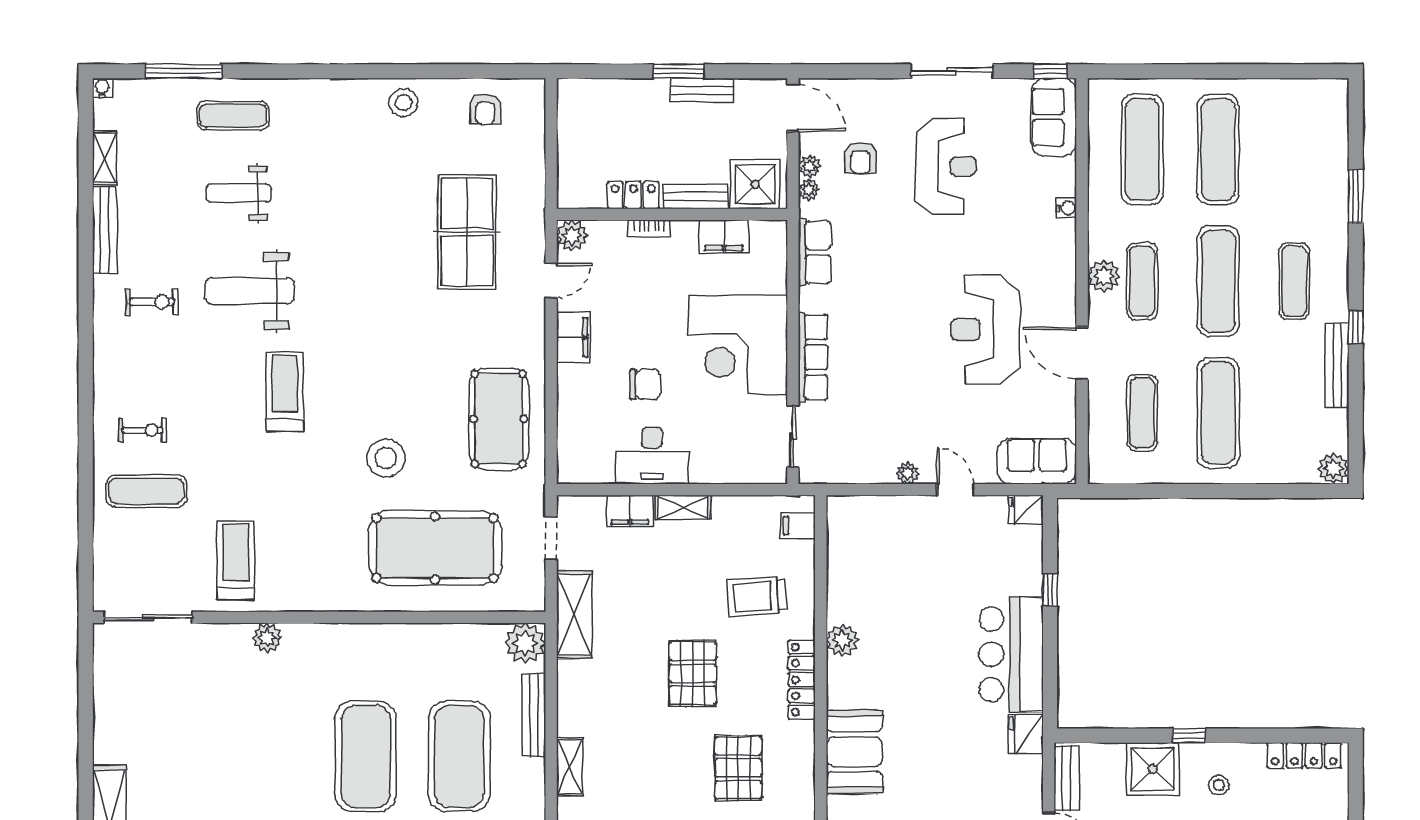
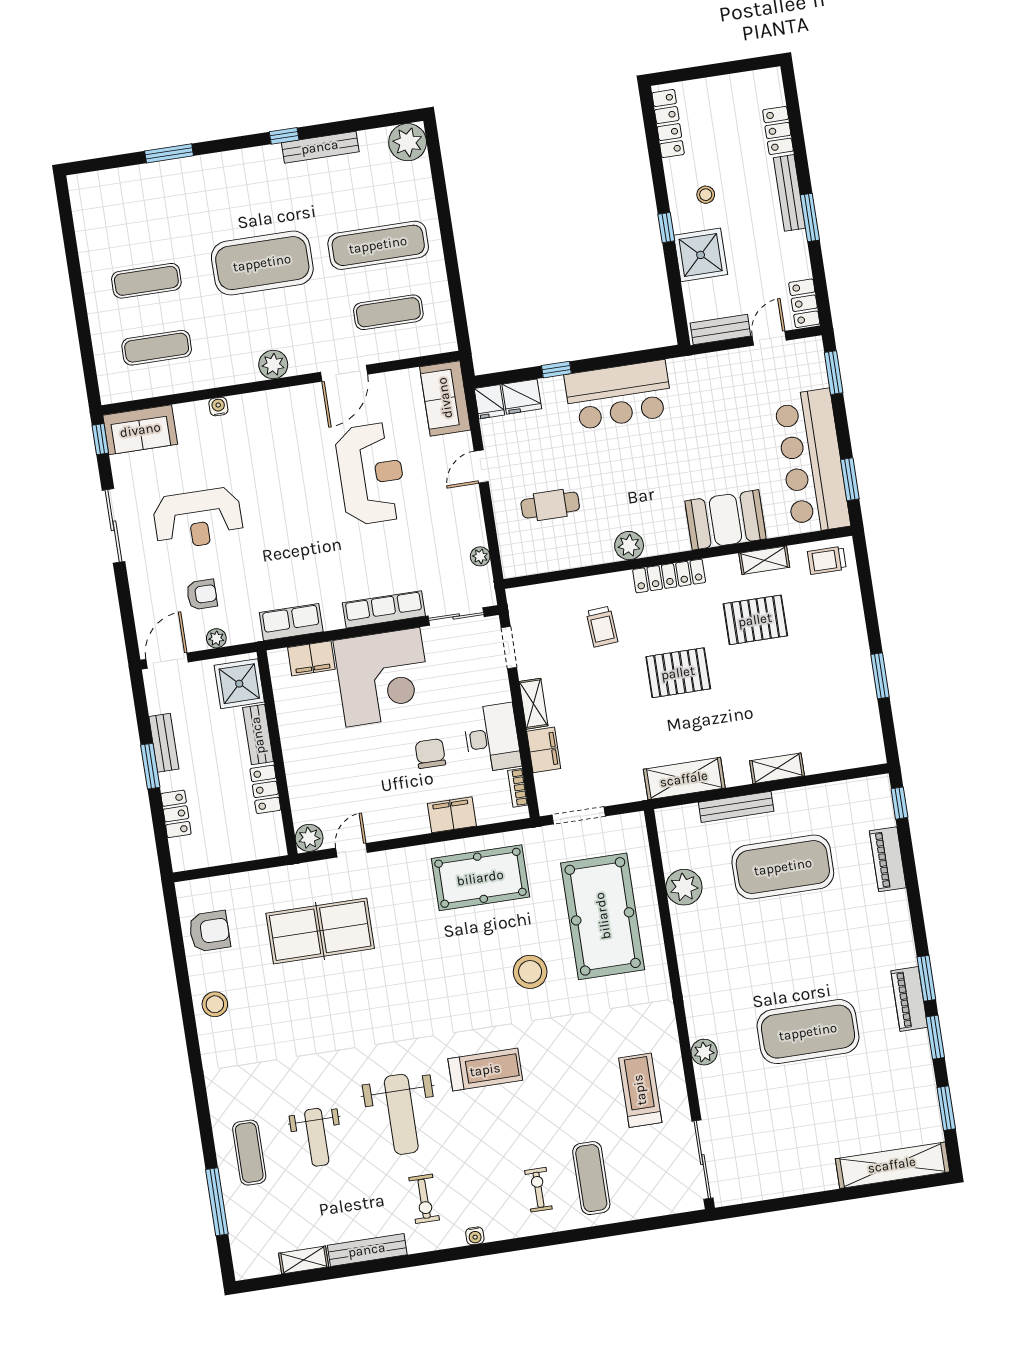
water cooler: (102, 88) -> (475, 1236), moved, turned -90
locker: (621, 92) -> (176, 814), added
armchair: (485, 109) -> (209, 931), width x1.38, depth x1.38
exercise mat: (1142, 149) -> (157, 348), width x0.73, depth x0.69
exercise mat: (1218, 149) -> (146, 281), width x0.73, depth x0.69
reception desk: (946, 166) -> (198, 518), turned 180
plant: (809, 190) -> (237, 636), removed
bookcase: (649, 228) -> (518, 788), moved, turned 180
filing cabinet: (724, 236) -> (311, 658), moved, turned 90
door: (551, 280) -> (352, 850), hinge flipped
exercise mat: (1142, 281) -> (273, 330), removed
exercise mat: (1218, 281) -> (262, 263), width x1.47
exercise mat: (1294, 281) -> (252, 196), removed
exercise bike: (152, 302) -> (424, 1199), turned 180
reception desk: (985, 329) -> (371, 474), moved, turned -90
filing cabinet: (573, 337) -> (452, 815), moved
treadmill: (285, 392) -> (485, 1070), turned 180
plant: (1333, 469) -> (408, 142), width x1.36, depth x1.36
plant: (908, 473) -> (480, 556), moved
doorway: (749, 490) -> (509, 648), added
filing cabinet: (798, 526) -> (534, 600), removed
doorway: (551, 538) -> (579, 816), width x1.38
treadmill: (236, 560) -> (640, 1090), turned 90
cafe table: (901, 560) -> (550, 505), added
trolley: (757, 596) -> (602, 627), width x0.73, depth x0.72
shelving: (574, 615) -> (684, 779), moved
plant: (525, 643) -> (684, 887), moved
fridge: (1026, 734) -> (522, 397), moved
exercise mat: (366, 756) -> (808, 1032), moved
shelving: (803, 788) -> (764, 560), added

